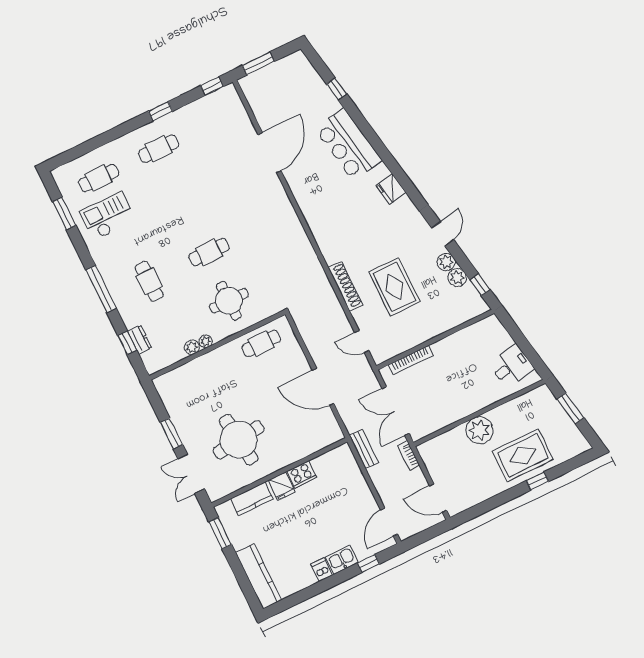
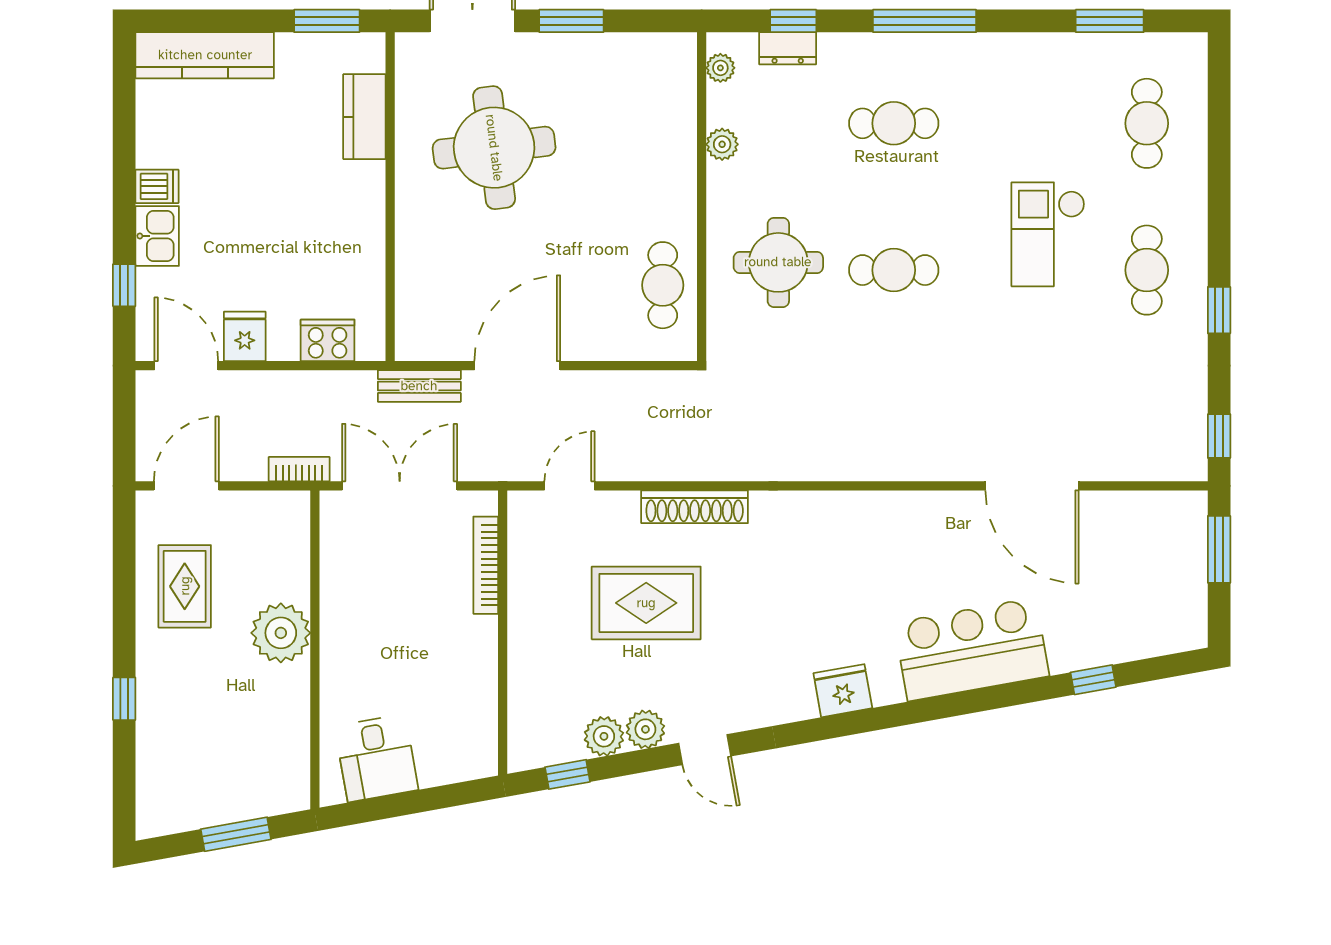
checkout: (108, 216) -> (1048, 234), moved, turned 180
cafe table: (209, 252) -> (894, 270), turned 90
plant: (206, 341) -> (720, 68), moved
bench: (364, 449) -> (419, 386), moved
rug: (523, 455) -> (185, 586), moved, width x0.73, depth x0.70
cooker: (302, 474) -> (328, 340), moved, turned 90
fridge: (282, 486) -> (245, 336), moved, turned 90

